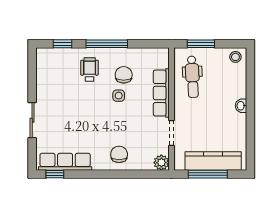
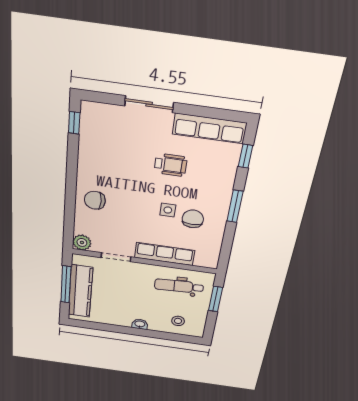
window: (107, 44) -> (235, 206), width x0.69
stool: (235, 57) -> (178, 321), moved
wheelchair: (90, 70) -> (171, 165), moved
chair: (124, 75) -> (193, 219), turned -90
chair: (119, 154) -> (95, 200), turned 180
row of seats: (65, 162) -> (209, 128), moved, turned 90

